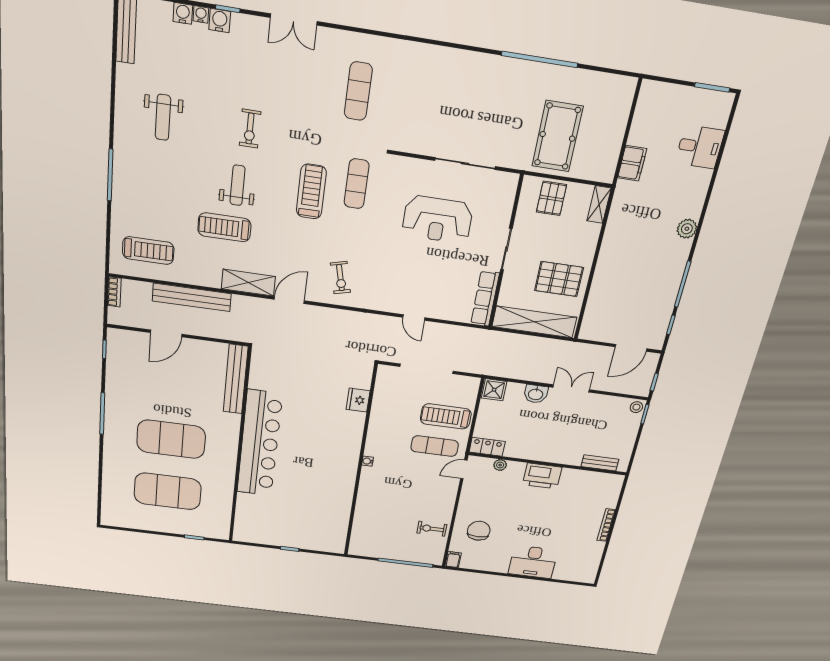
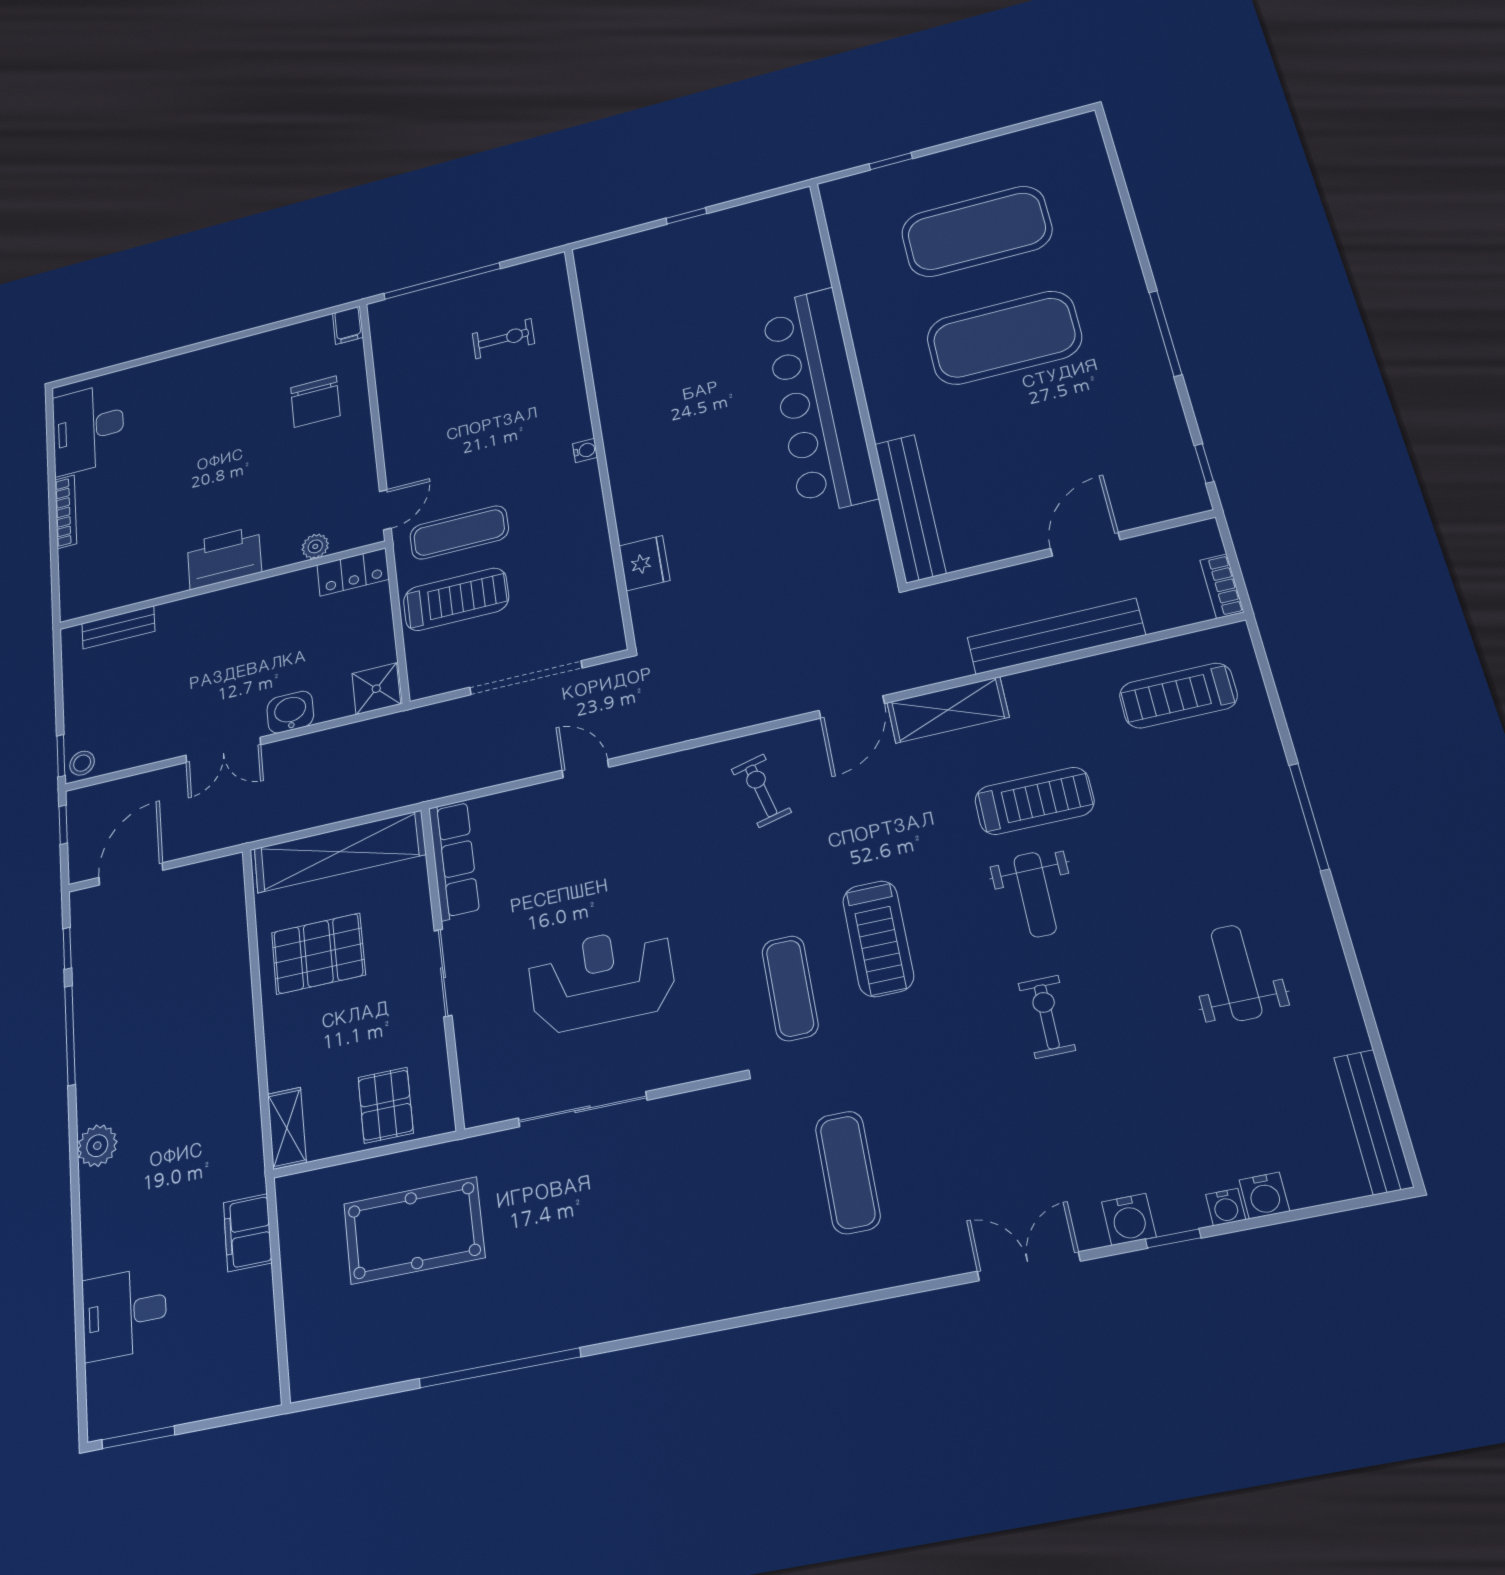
water cooler: (220, 20) -> (1129, 1219), moved
pool table: (557, 136) -> (414, 1231), turned 90
exercise bike: (432, 529) -> (503, 339), moved
desk: (533, 562) -> (88, 429), moved, turned -90

